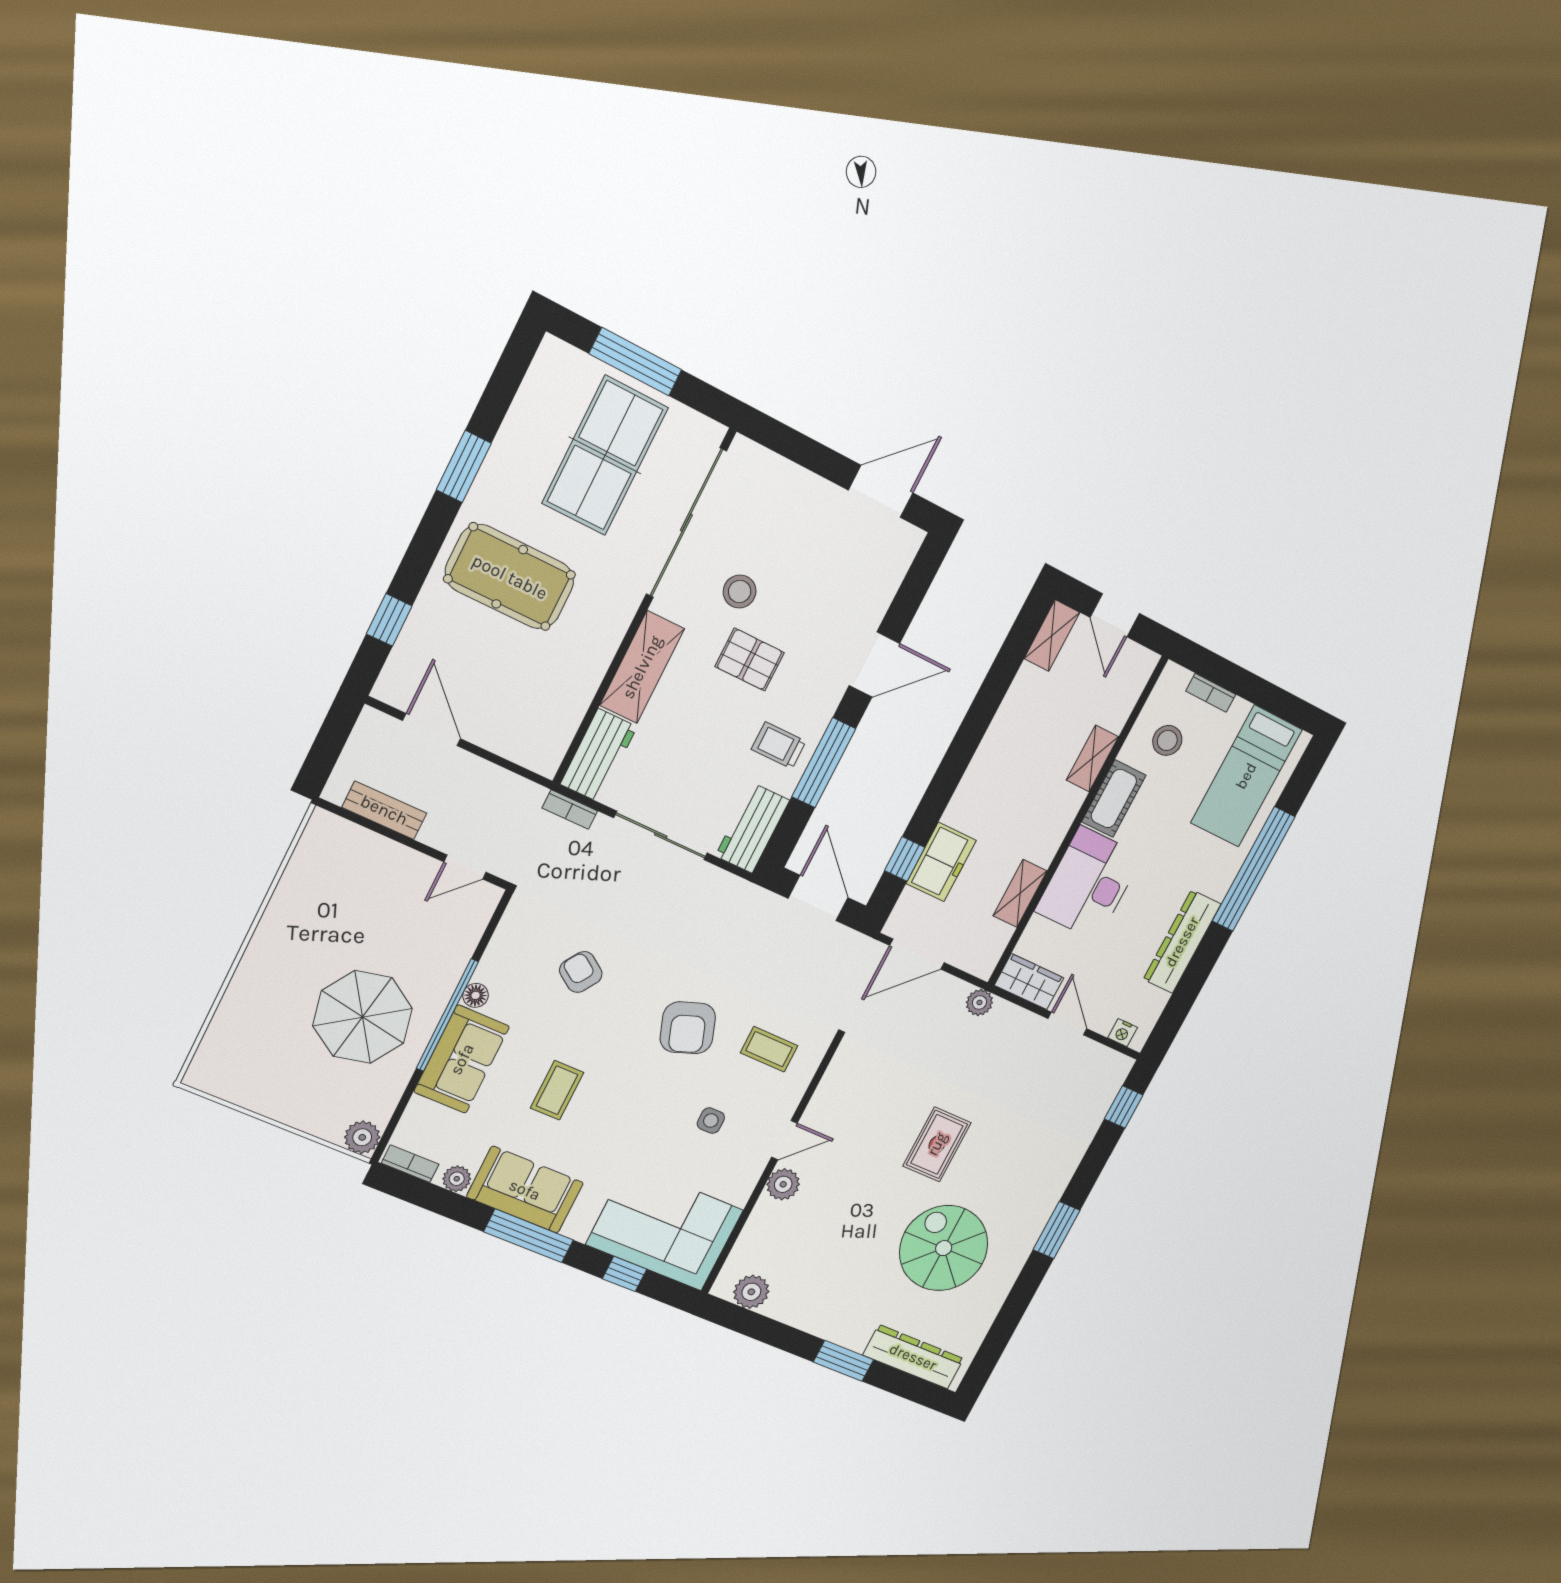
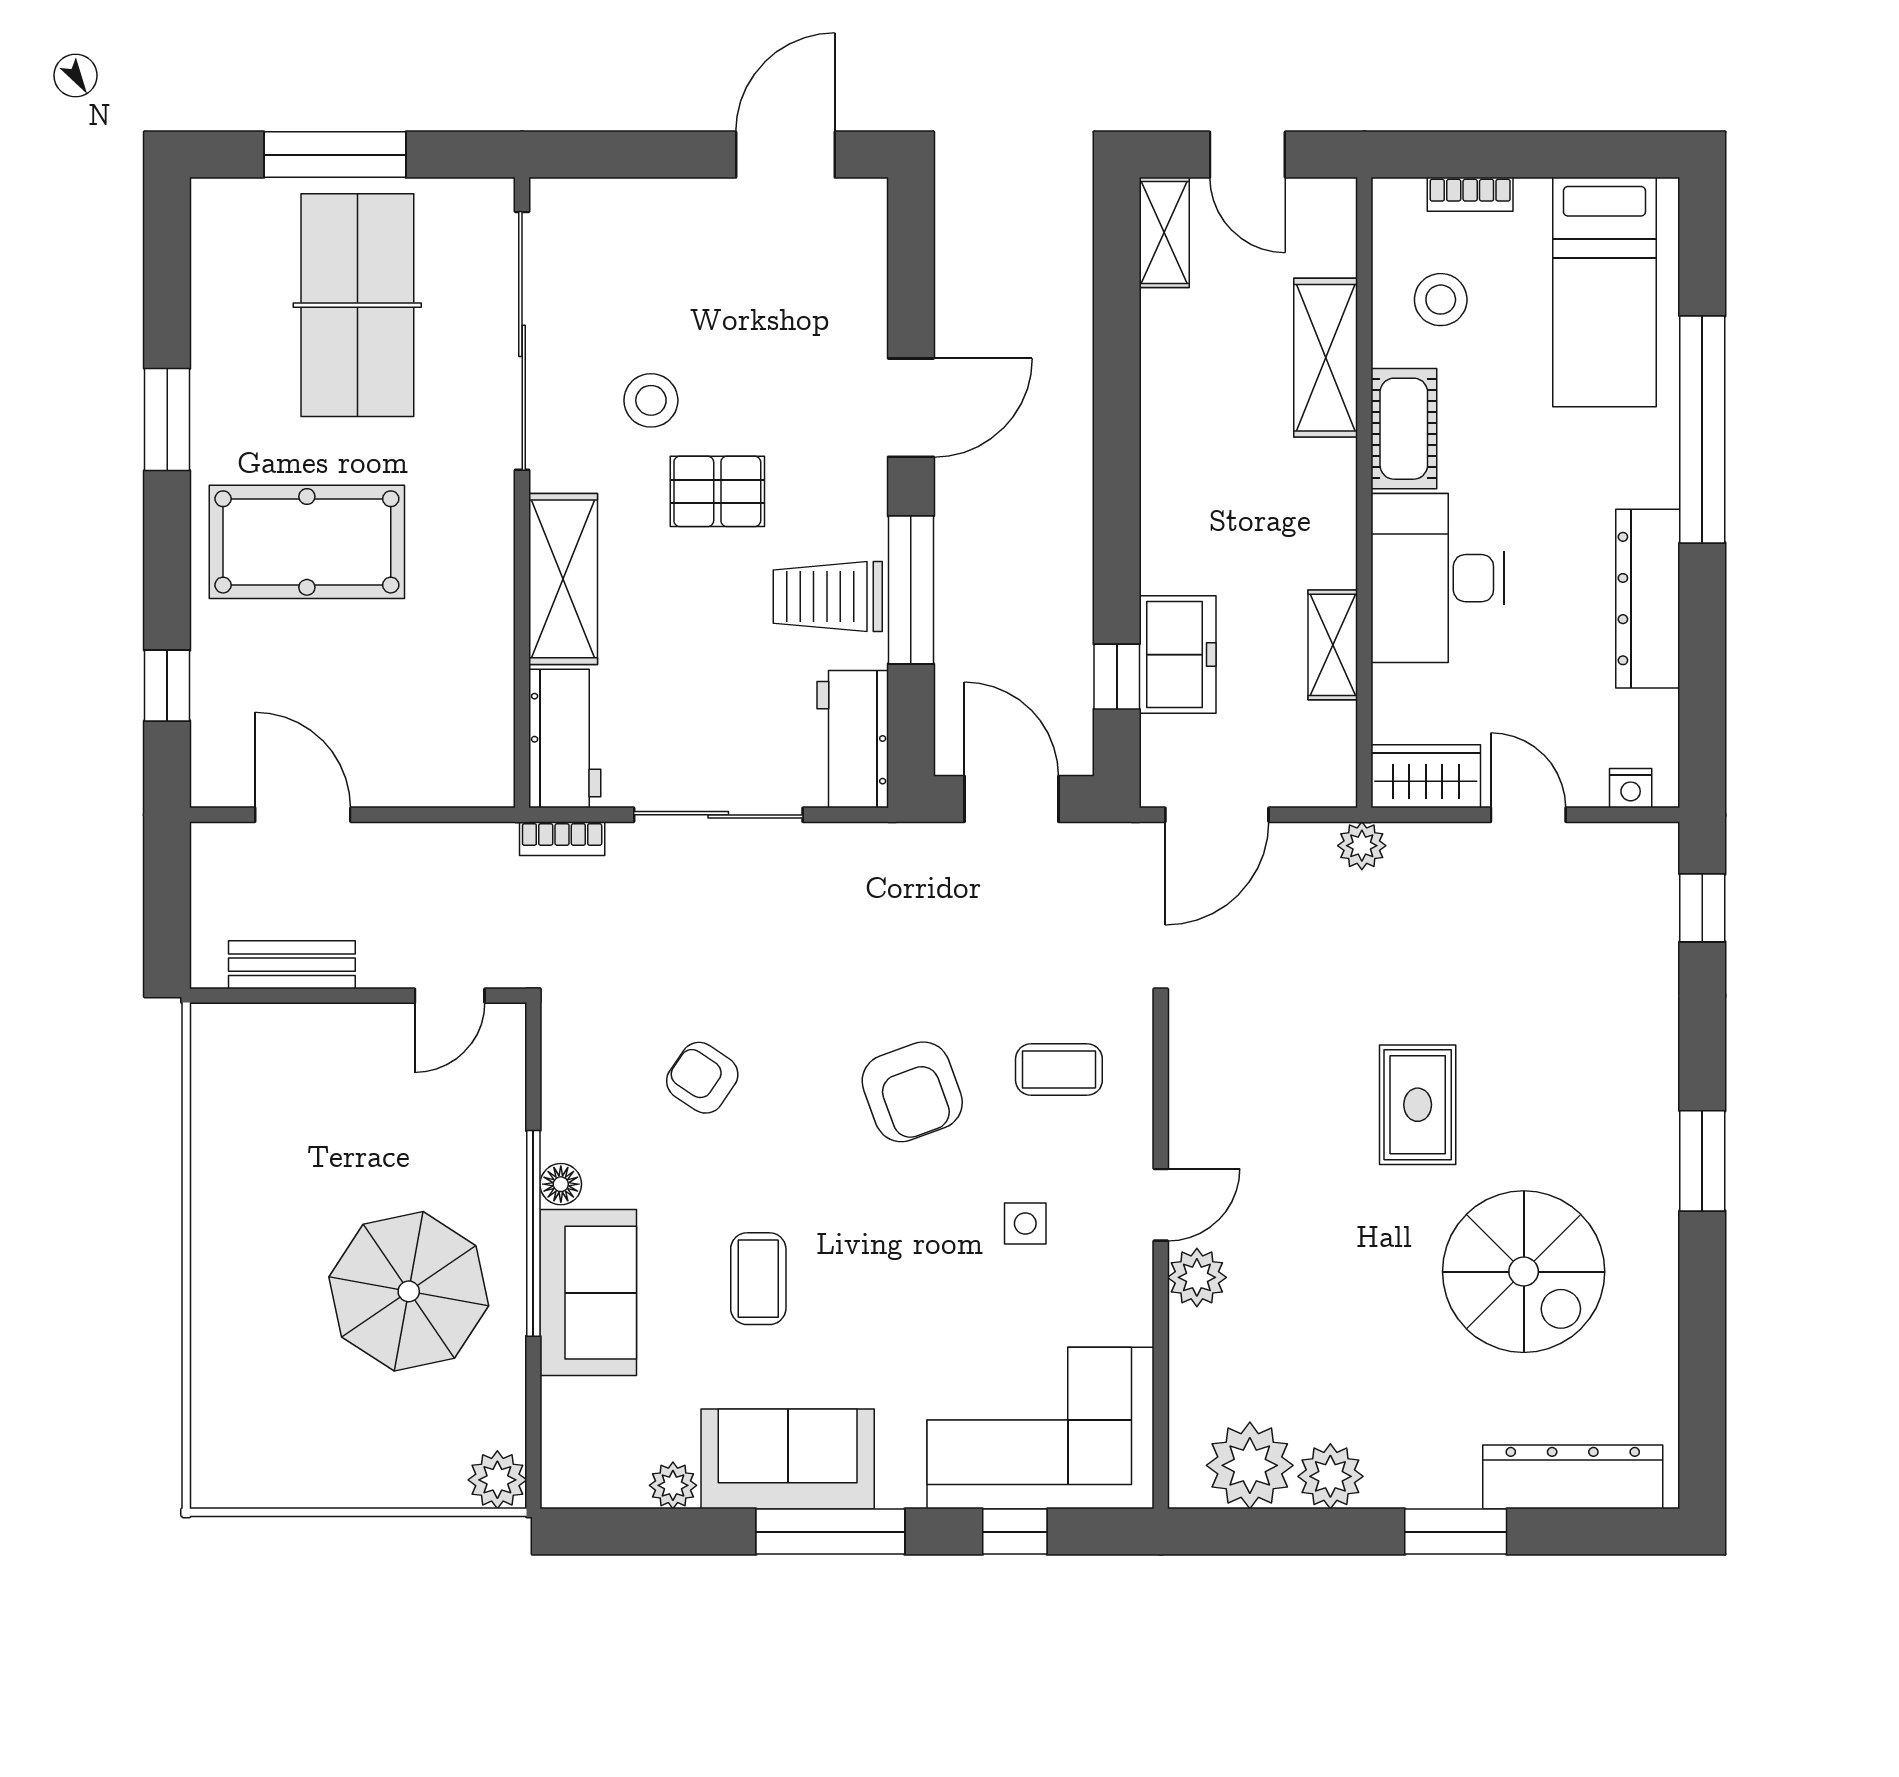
trolley: (779, 745) -> (828, 597), width x1.36, depth x1.39
shelving: (1092, 758) -> (1326, 358), width x1.50, depth x1.33
bookcase: (410, 1164) -> (590, 1491), removed
spiral stairs: (944, 1248) -> (1524, 1272), turned 180
plant: (751, 1292) -> (1250, 1465), width x1.36, depth x1.36
plant: (797, 1310) -> (1330, 1476), added

